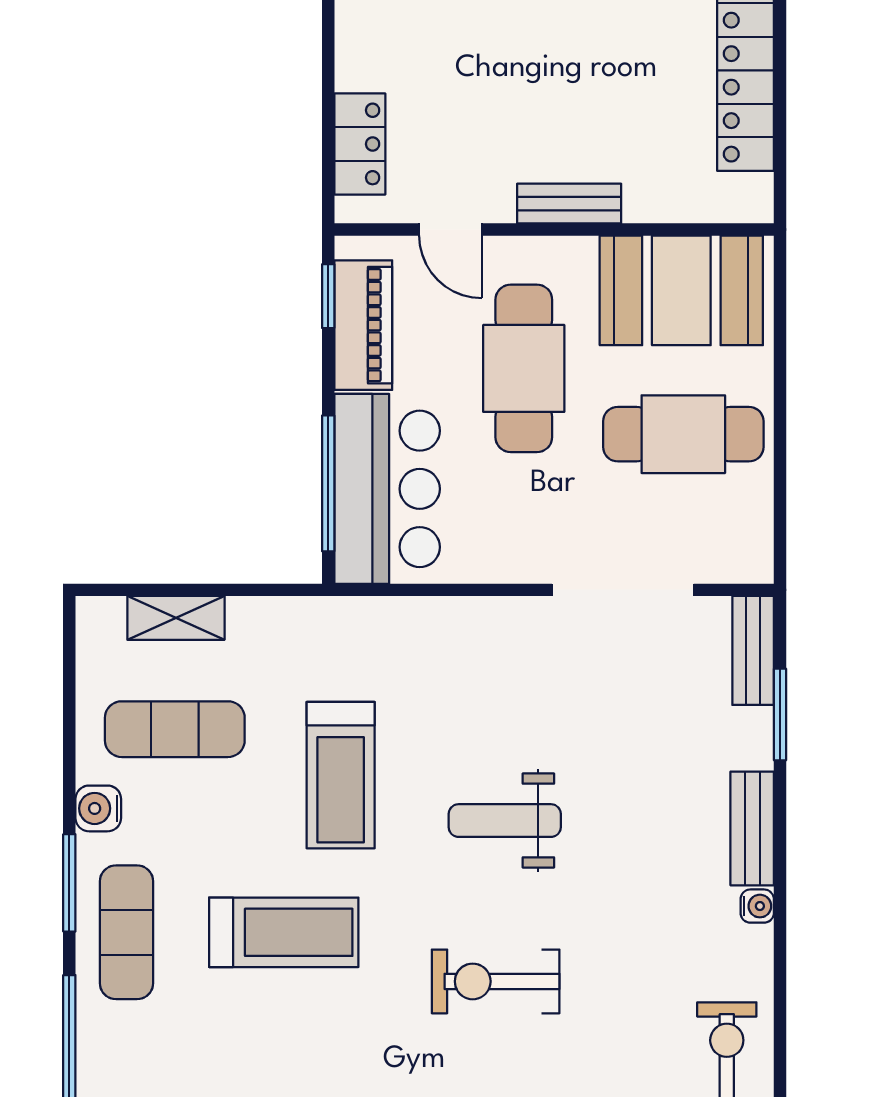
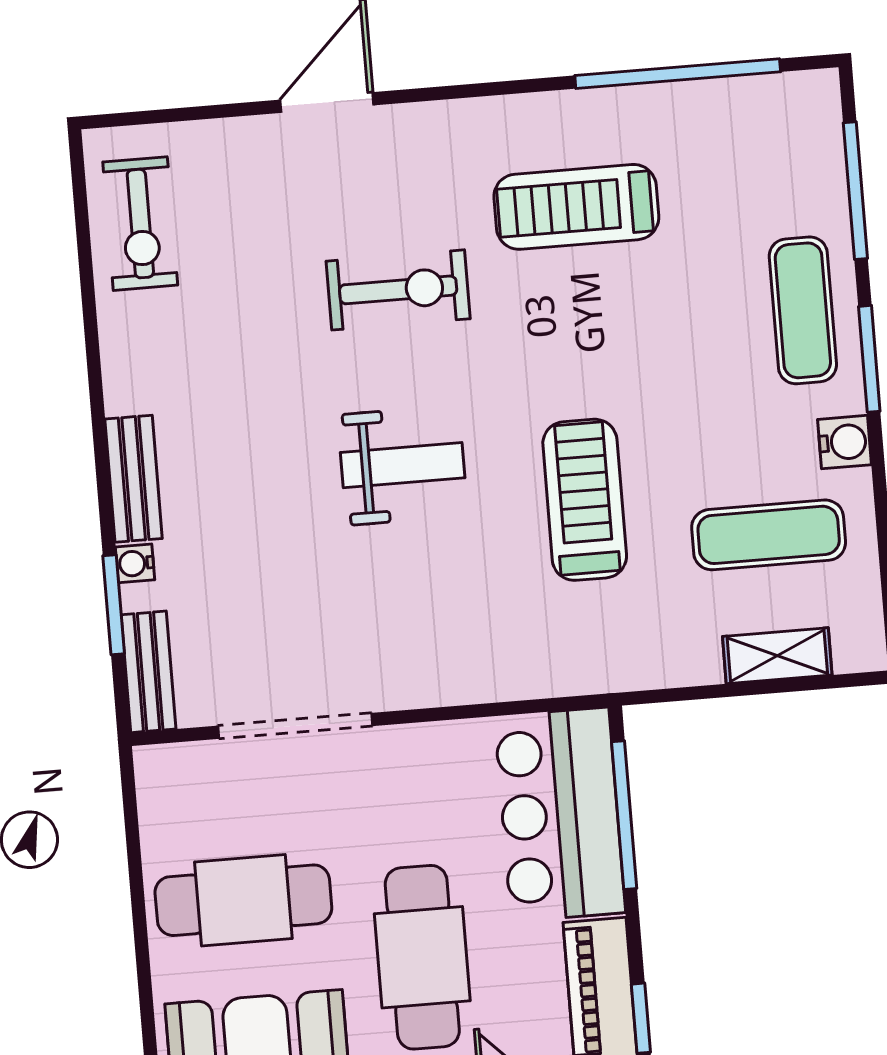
water cooler: (757, 906) -> (135, 563), moved
treadmill: (284, 932) -> (576, 207), moved

